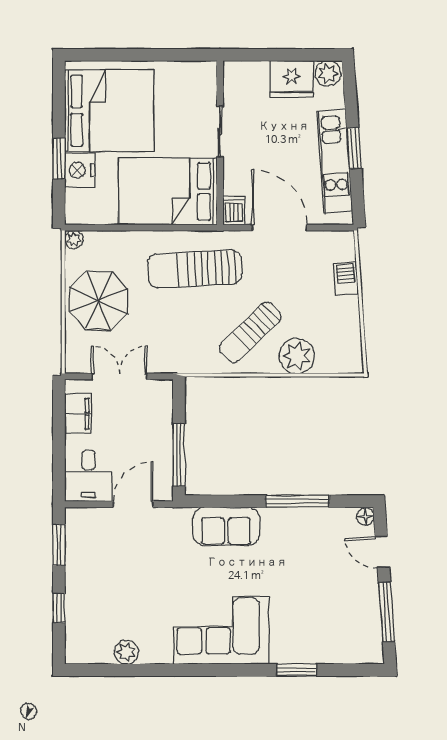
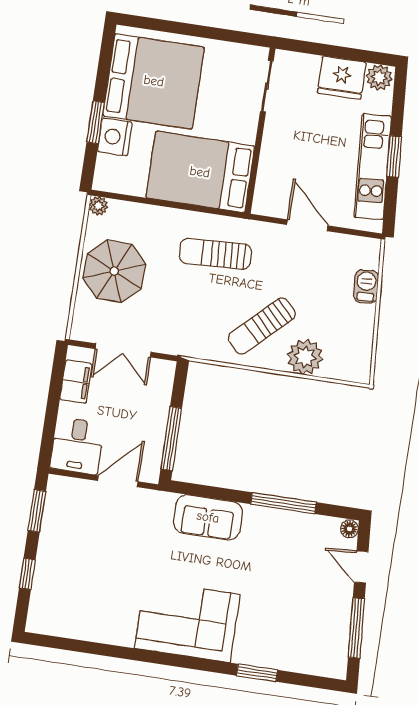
sliding door: (220, 131) -> (267, 86), moved
dishwasher: (234, 210) -> (264, 201), removed
door: (280, 228) -> (307, 225), width x0.73
sun lounger: (195, 269) -> (215, 254), width x0.73, depth x0.75
double door: (119, 376) -> (123, 350), swing flipped
plant: (126, 652) -> (88, 629), removed

